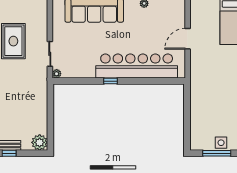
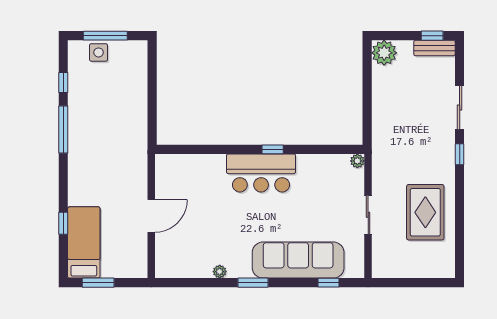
sliding door: (50, 54) -> (368, 215), moved
bar counter: (137, 66) -> (261, 173), width x0.54

